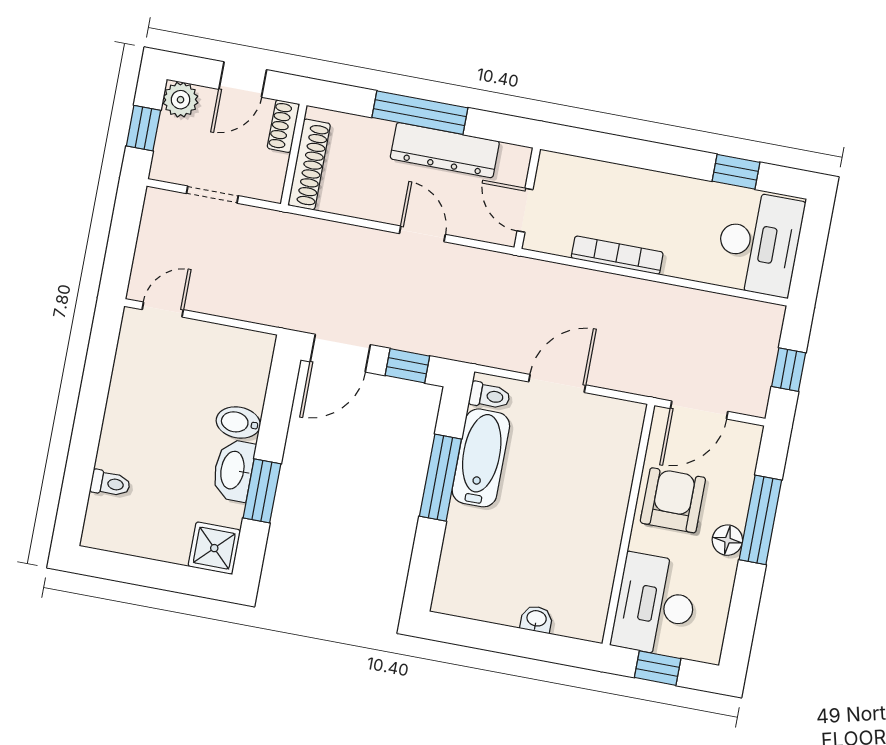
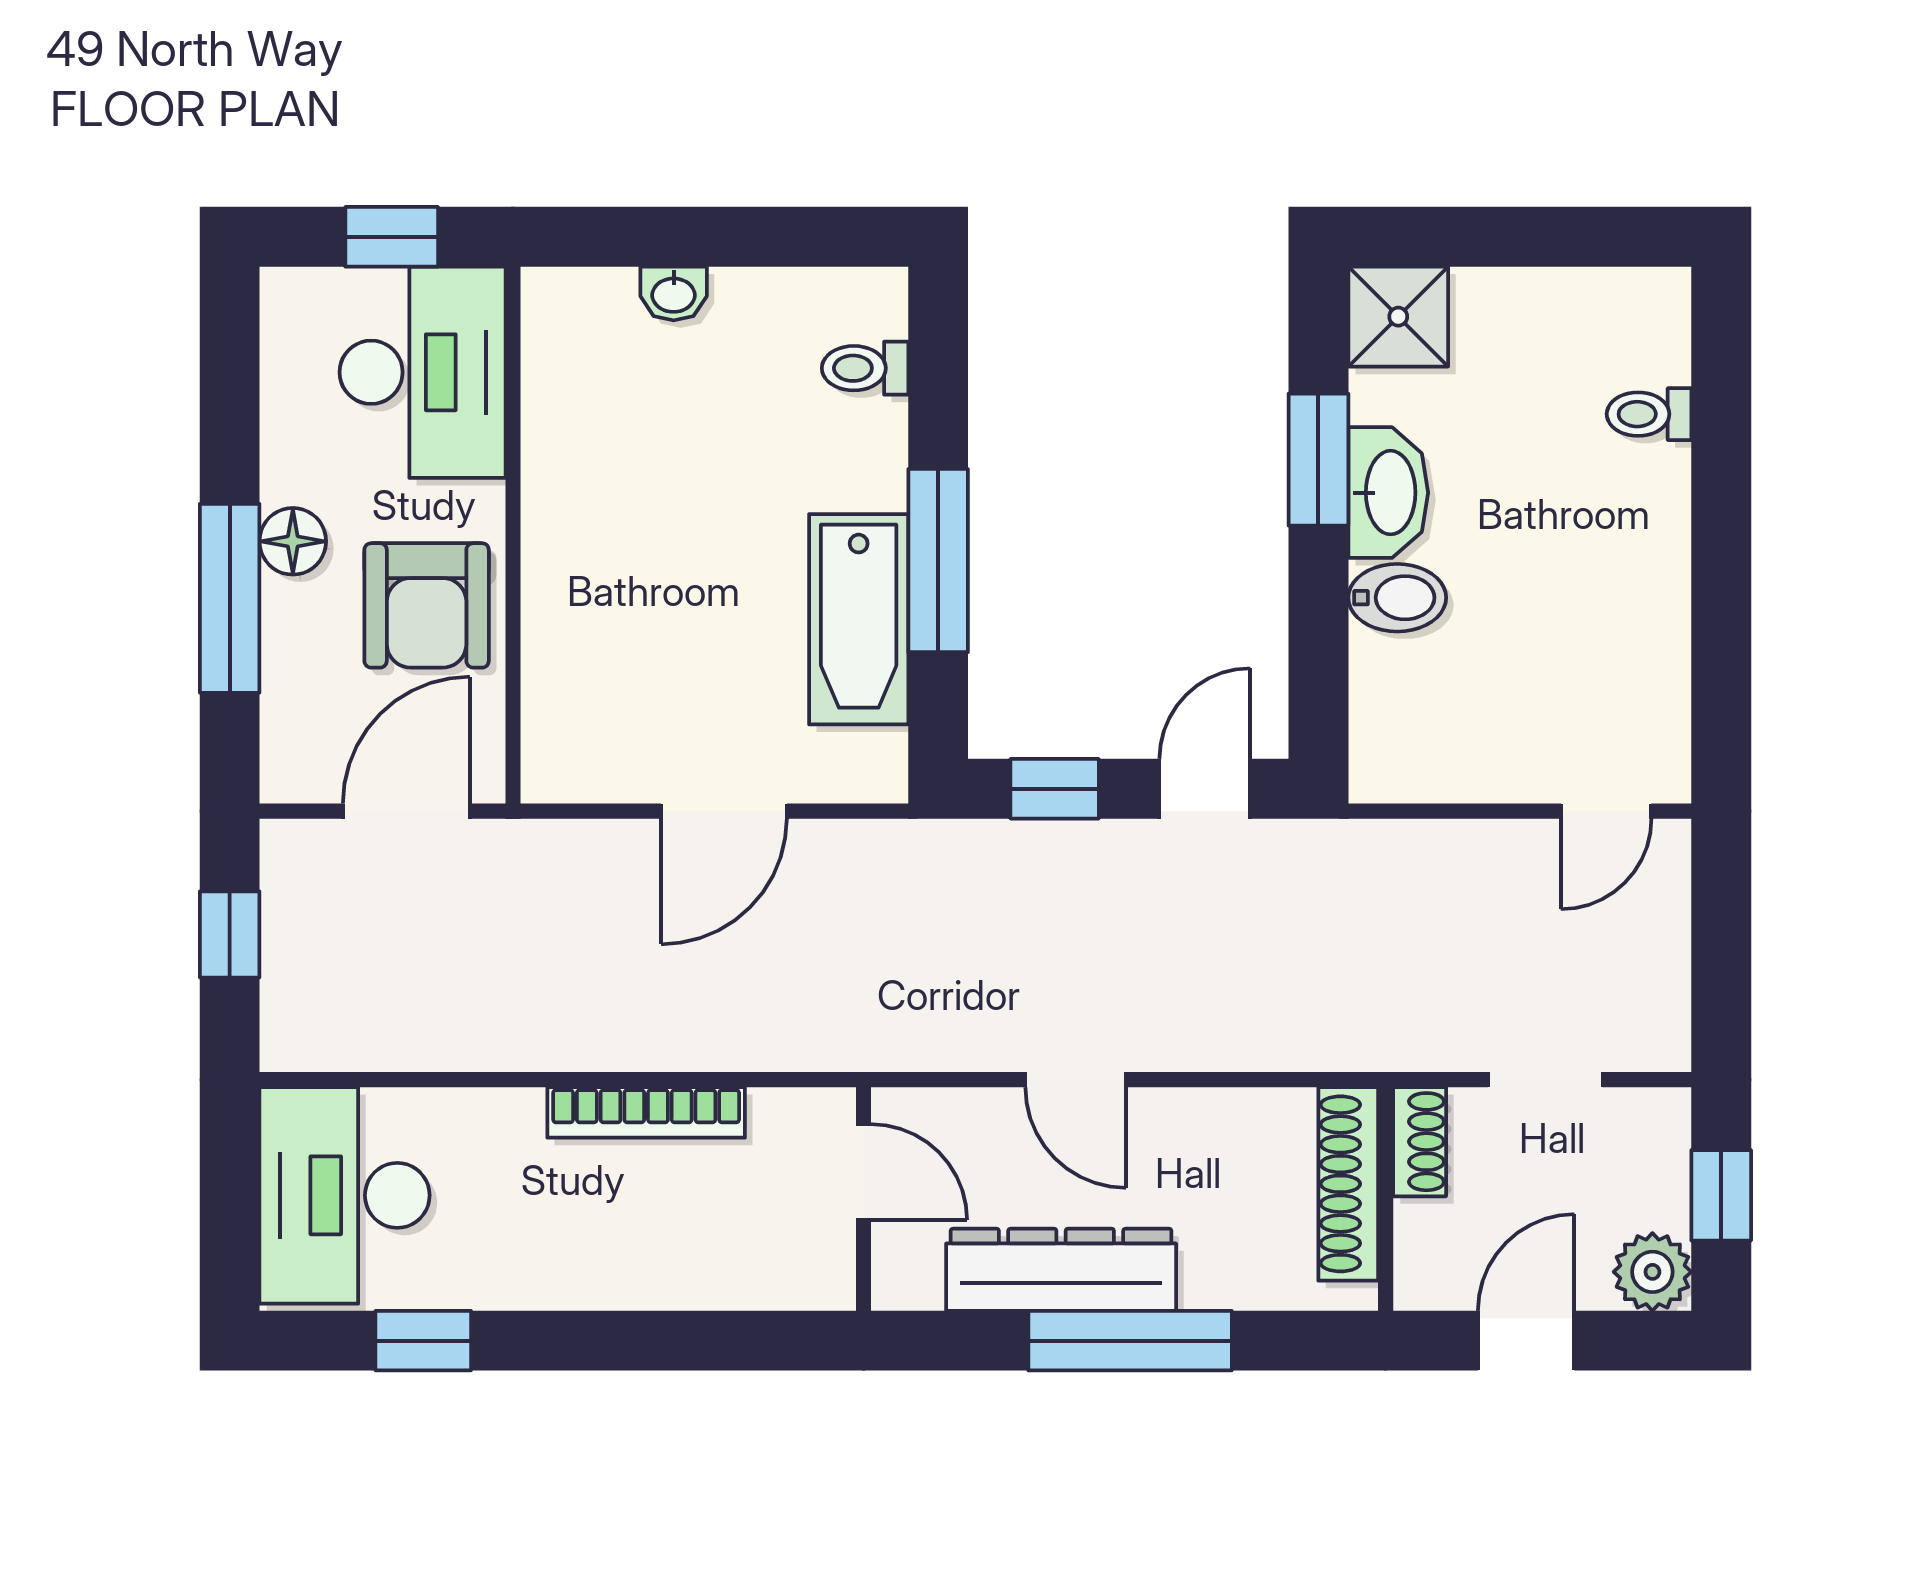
shoe rack: (283, 126) -> (1420, 1142), moved
door: (340, 353) -> (1205, 789), width x0.73
toilet: (490, 396) -> (865, 368), moved

